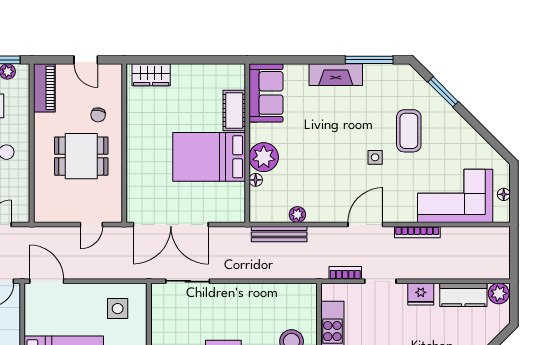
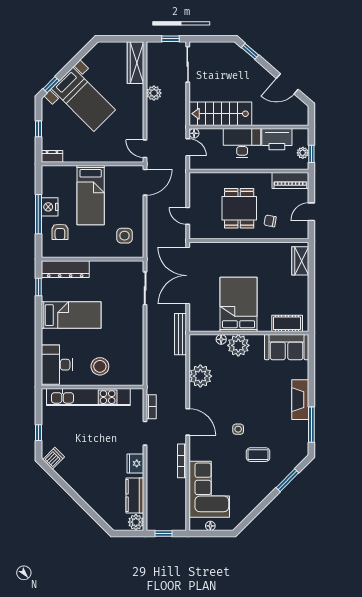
cot: (234, 111) -> (287, 323), moved
coffee table: (409, 131) -> (258, 455), width x0.73, depth x0.77
plant: (297, 215) -> (200, 376), width x1.88, depth x1.88
bench: (279, 234) -> (180, 334), moved
window: (514, 257) -> (163, 533), added

